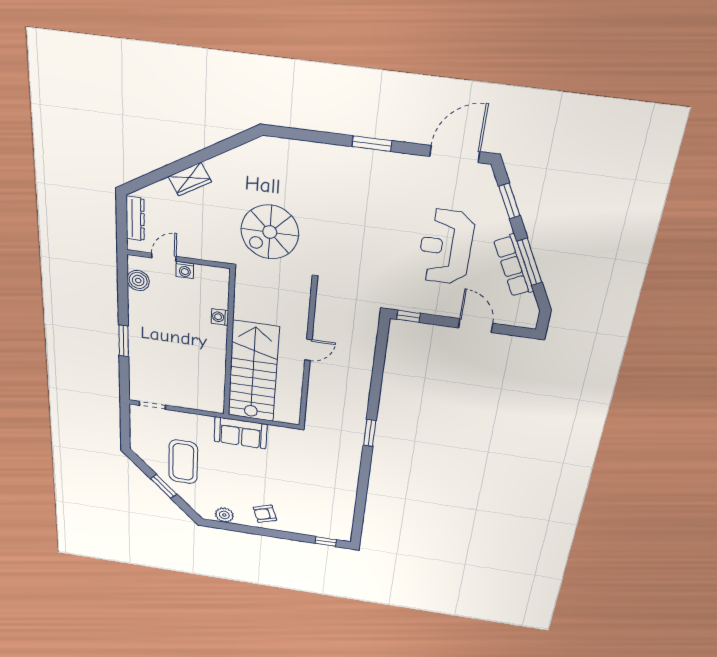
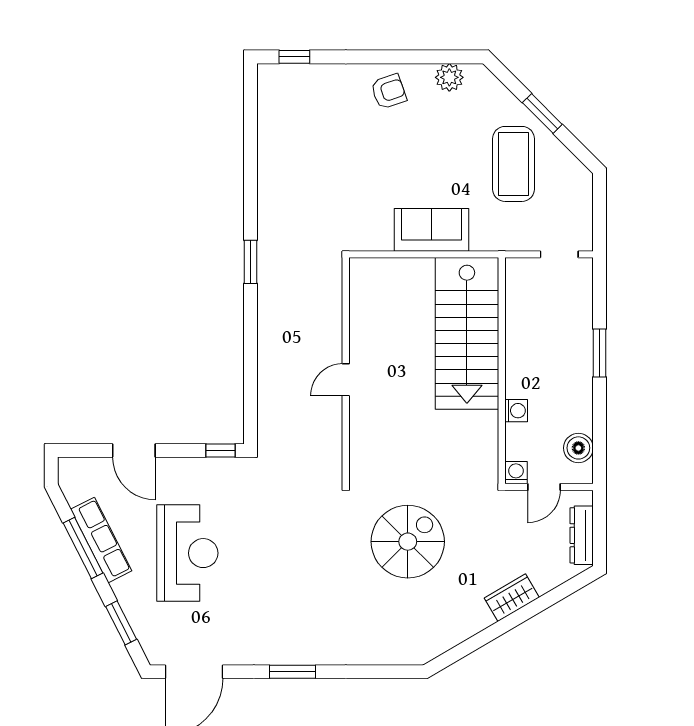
washing machine: (220, 317) -> (516, 411), moved
wall: (229, 345) -> (502, 371), moved
stairs: (253, 372) -> (467, 333), moved

